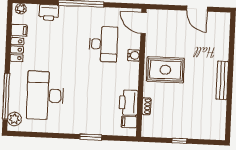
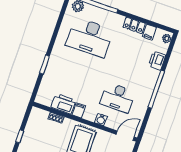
desk: (45, 95) -> (90, 37), turned 180
filing cabinet: (129, 122) -> (79, 110), moved

